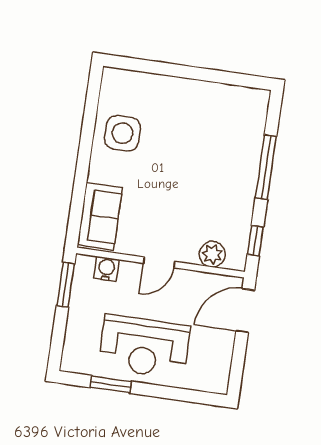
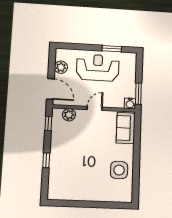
window: (266, 167) -> (46, 160), width x0.46
water cooler: (106, 269) -> (130, 103), moved
door: (245, 311) -> (50, 89), hinge flipped
plant: (220, 354) -> (61, 67), added

